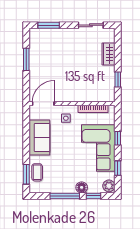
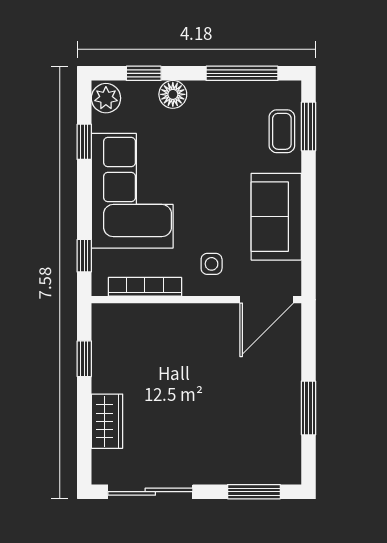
sliding door: (91, 25) -> (150, 492), width x1.37
window: (118, 138) -> (84, 256), moved
window: (65, 196) -> (242, 73), moved

